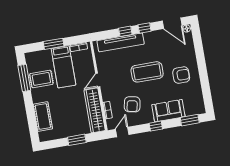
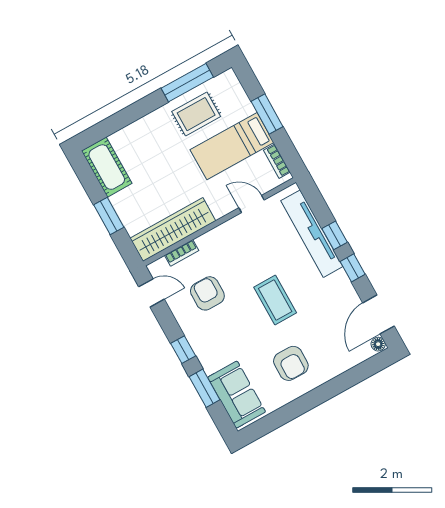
coffee table: (147, 72) -> (275, 300), width x0.73, depth x0.76
rug: (41, 79) -> (196, 114), turned 90
door: (98, 80) -> (252, 204), moved
armchair: (132, 104) -> (207, 293), turned 79
sofa: (168, 111) -> (237, 395), moved
cot: (43, 117) -> (107, 167), moved, turned 90
window: (190, 120) -> (205, 388), moved

